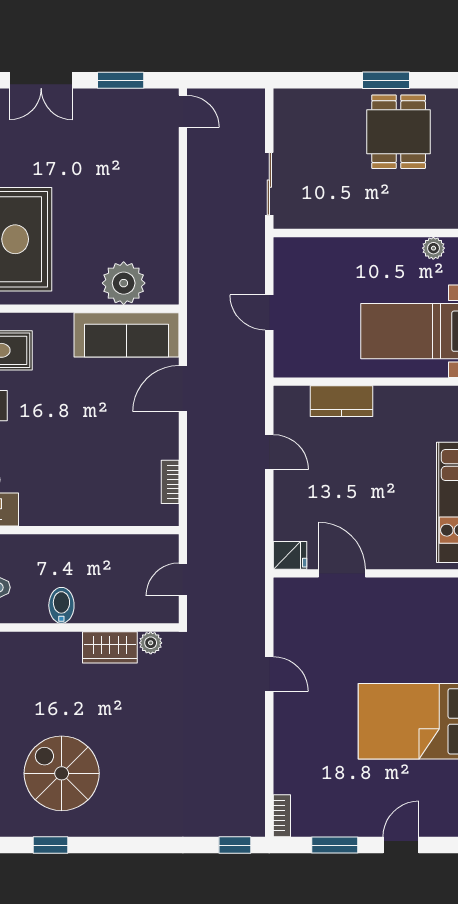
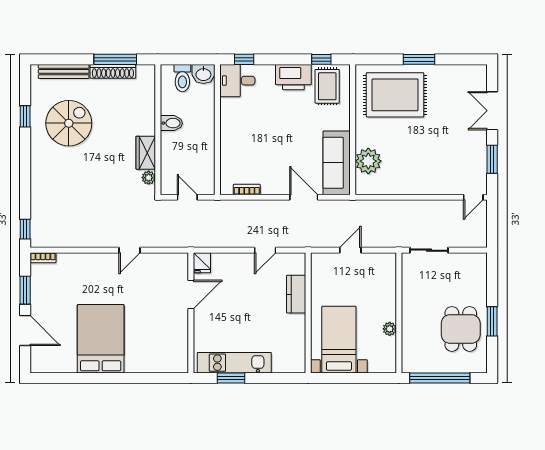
dining table: (399, 132) -> (461, 329), turned 90
plant: (433, 248) -> (390, 329), moved
door: (401, 845) -> (25, 330), width x1.37

